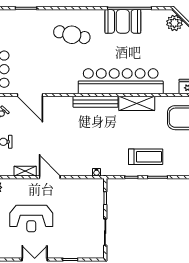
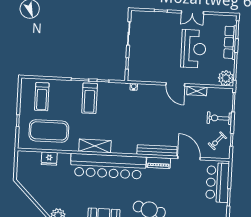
piano: (64, 88) -> (158, 163), added
bench: (96, 102) -> (157, 150), moved
treadmill: (146, 157) -> (90, 98), turned -90
reception desk: (31, 218) -> (193, 49), turned 90

